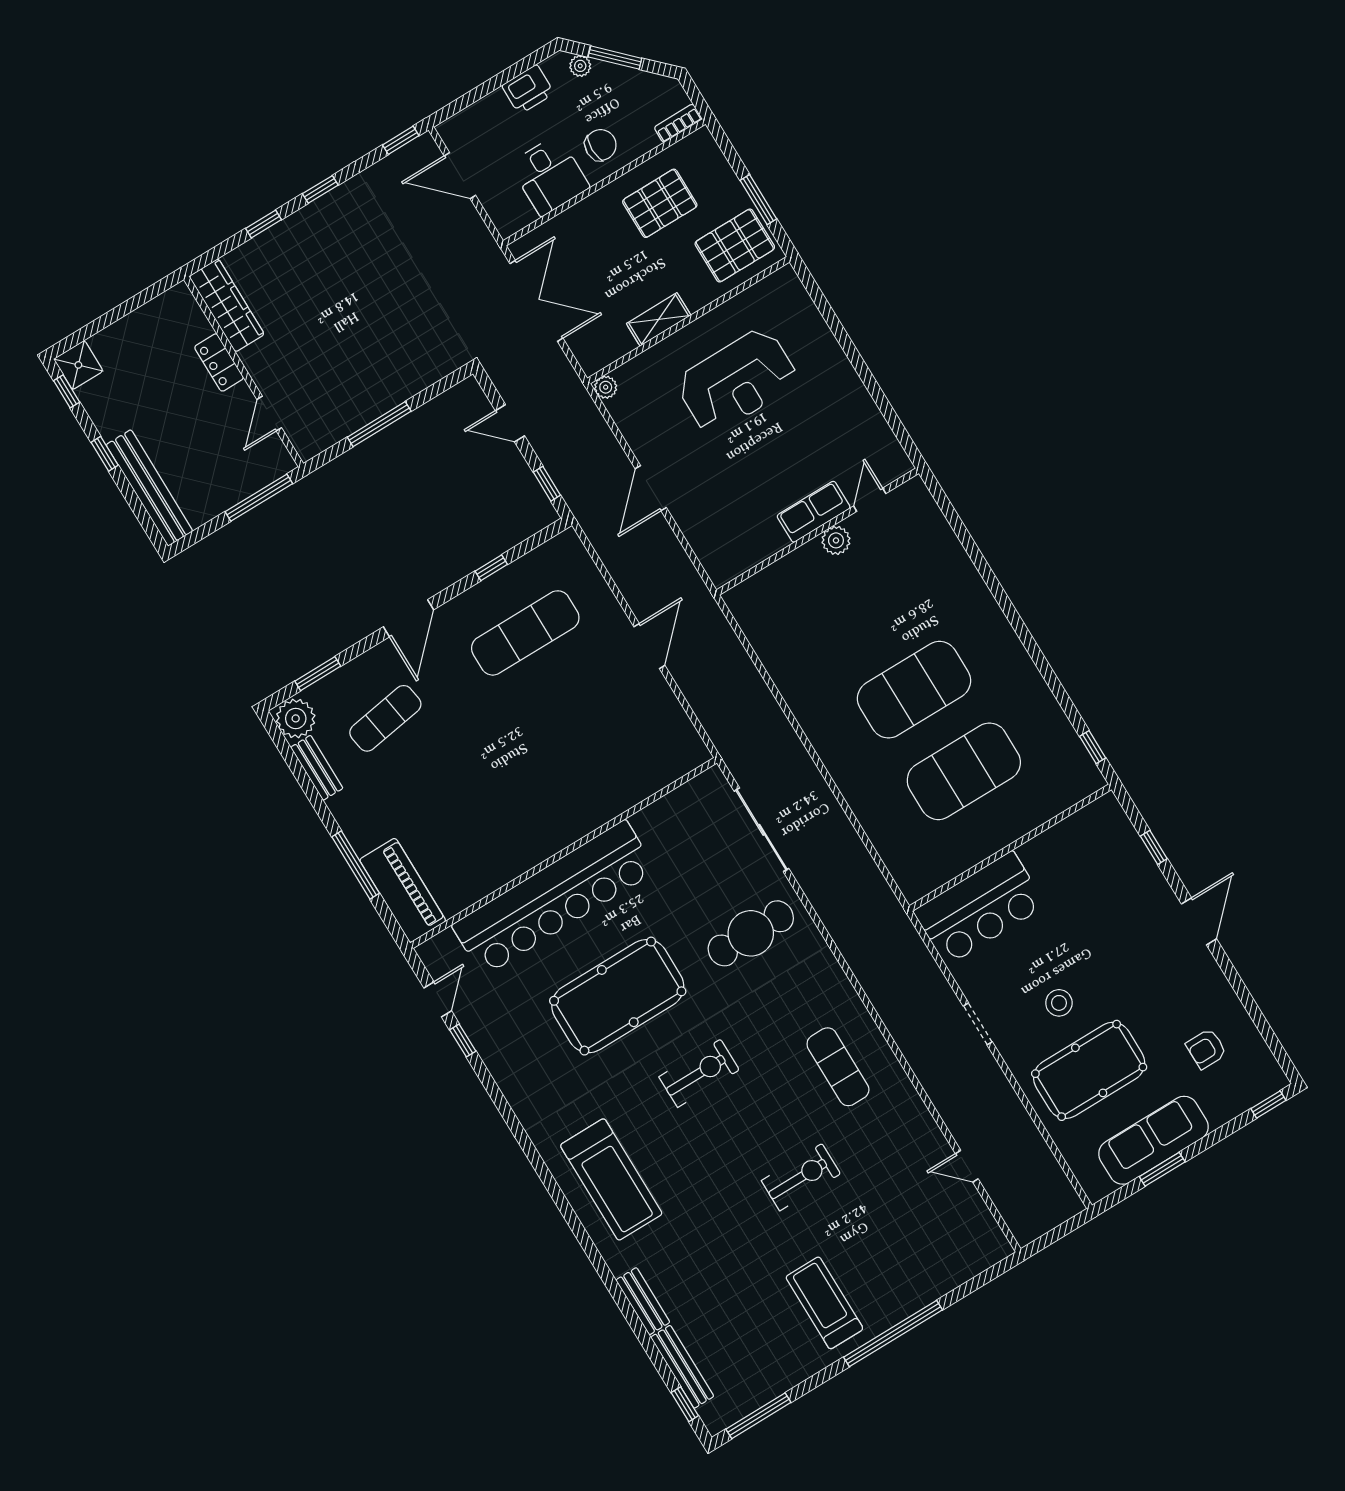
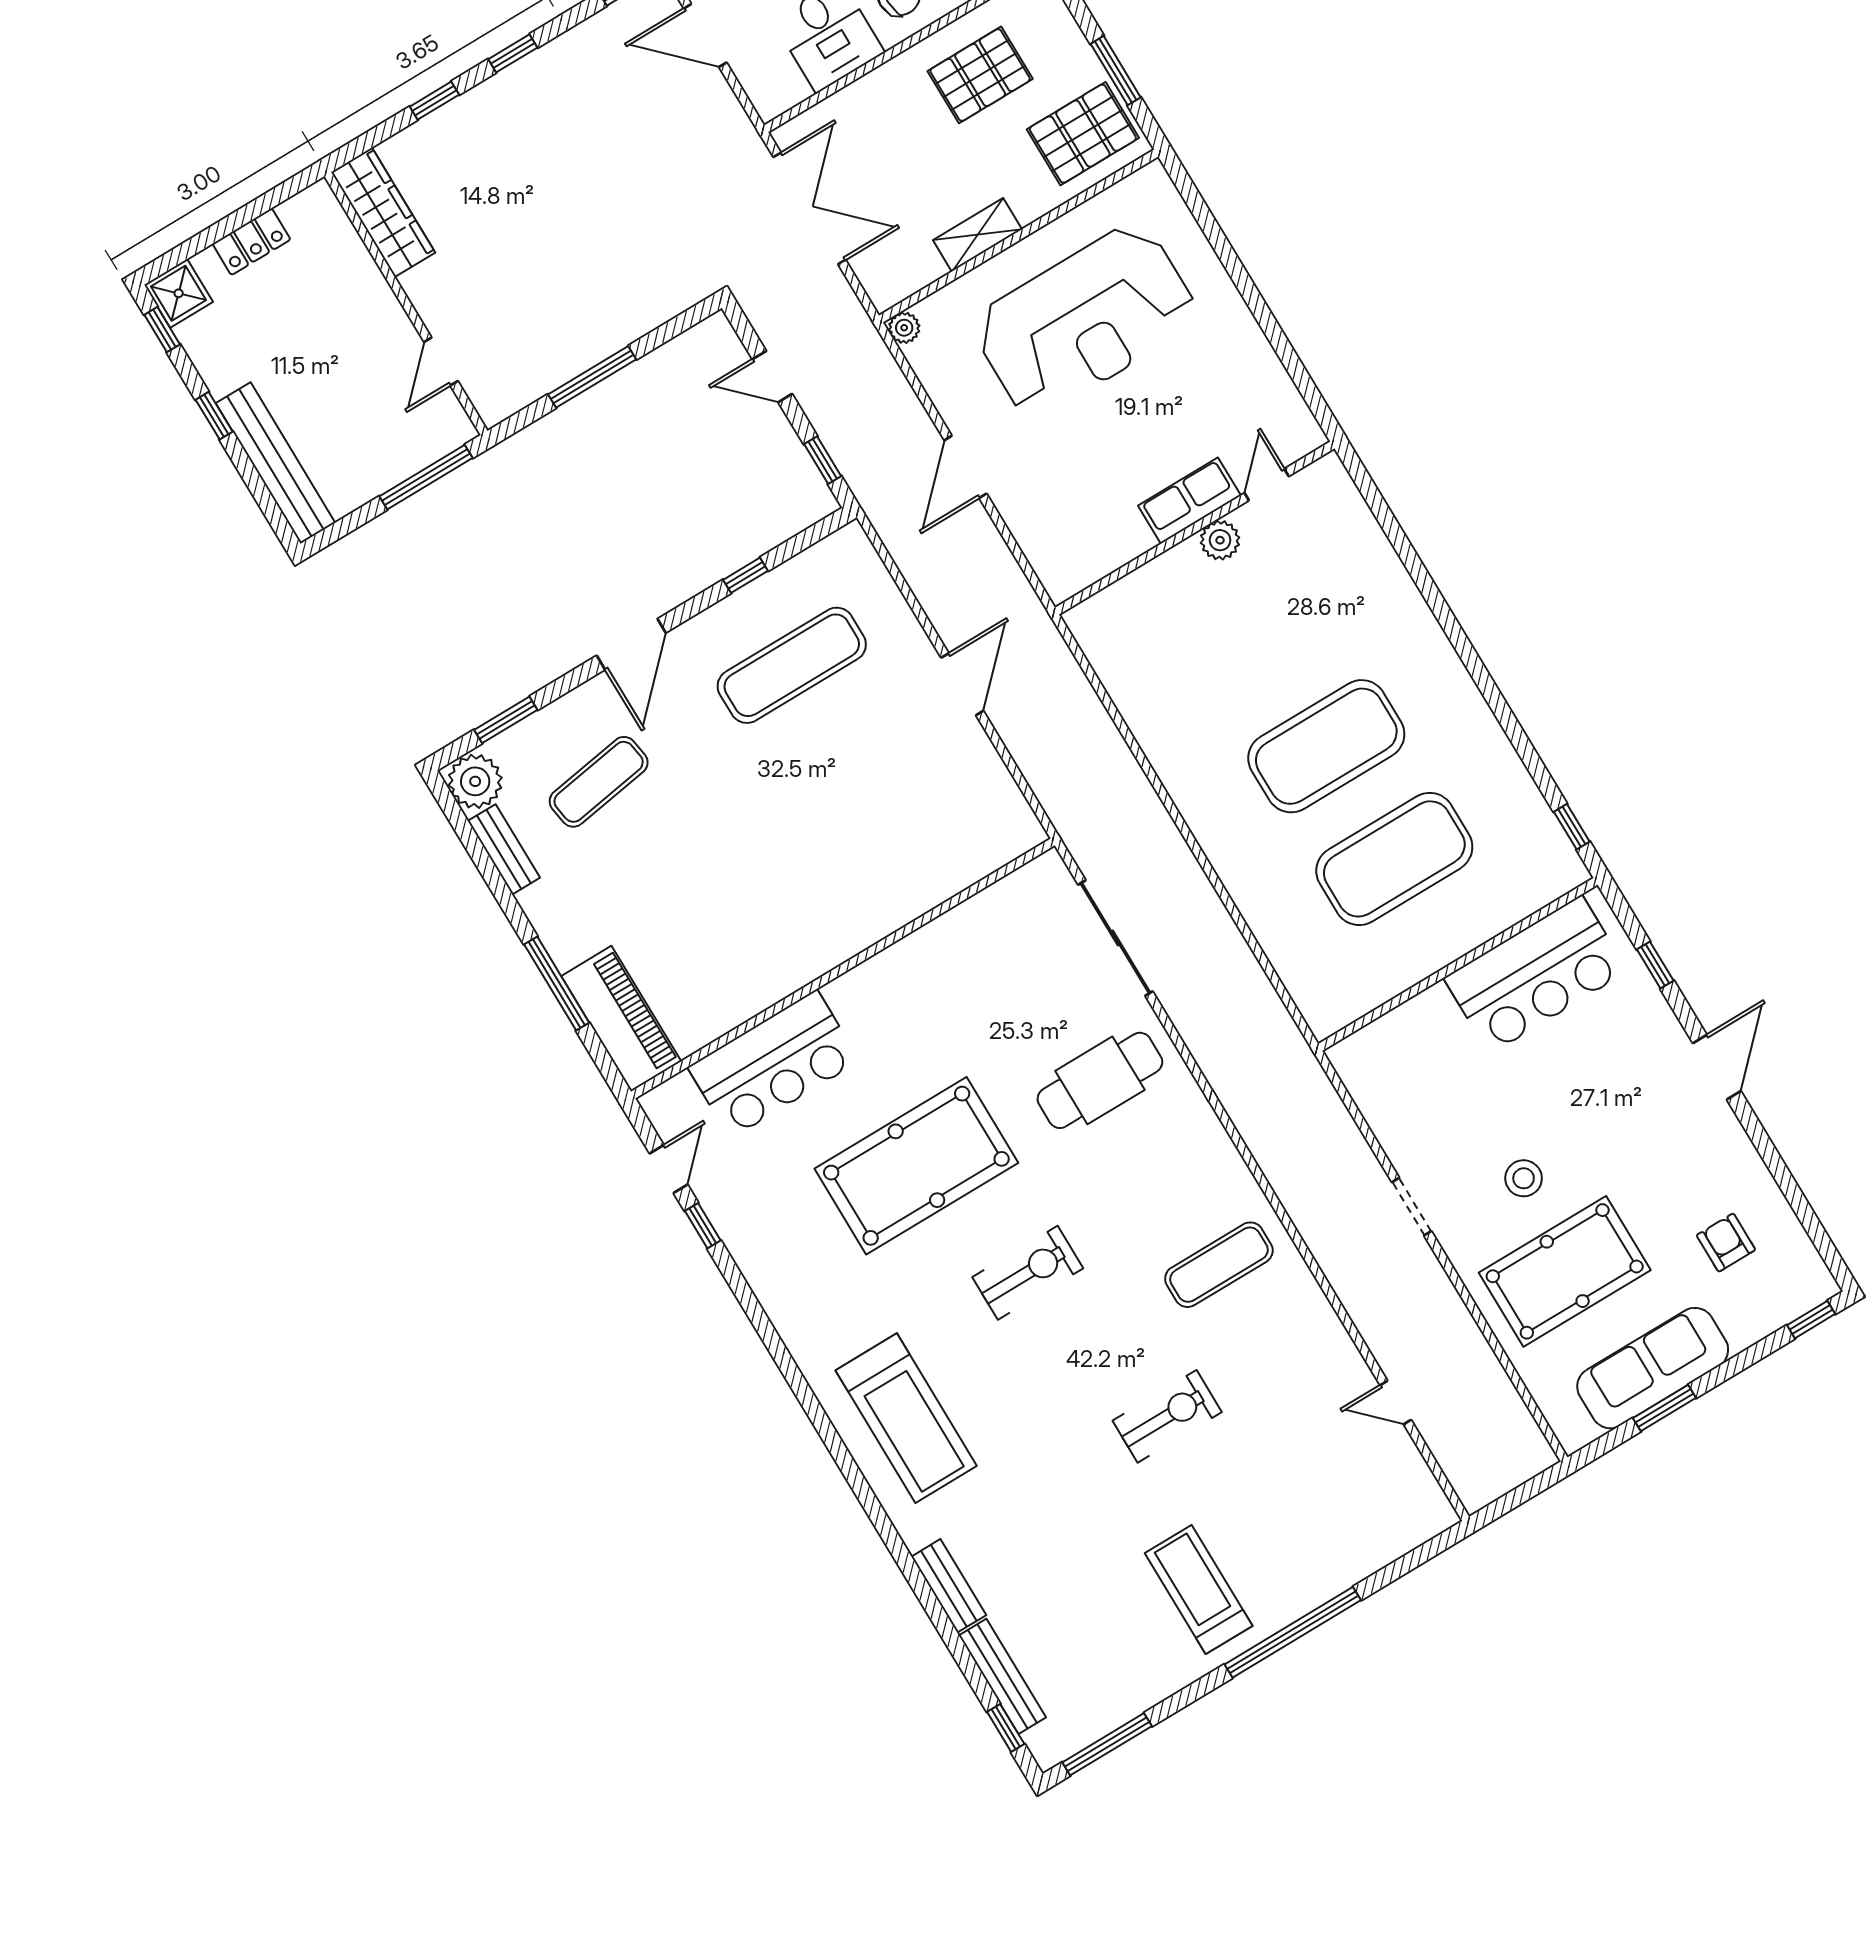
locker: (219, 362) -> (251, 242), moved, turned -90
reception desk: (737, 381) -> (1085, 320), width x1.36, depth x1.30
bar counter: (554, 898) -> (774, 1064), width x0.54
bar counter: (979, 908) -> (1536, 975), moved
armchair: (1206, 1049) -> (1726, 1243), turned 90
exercise mat: (838, 1067) -> (1219, 1265), turned 90

